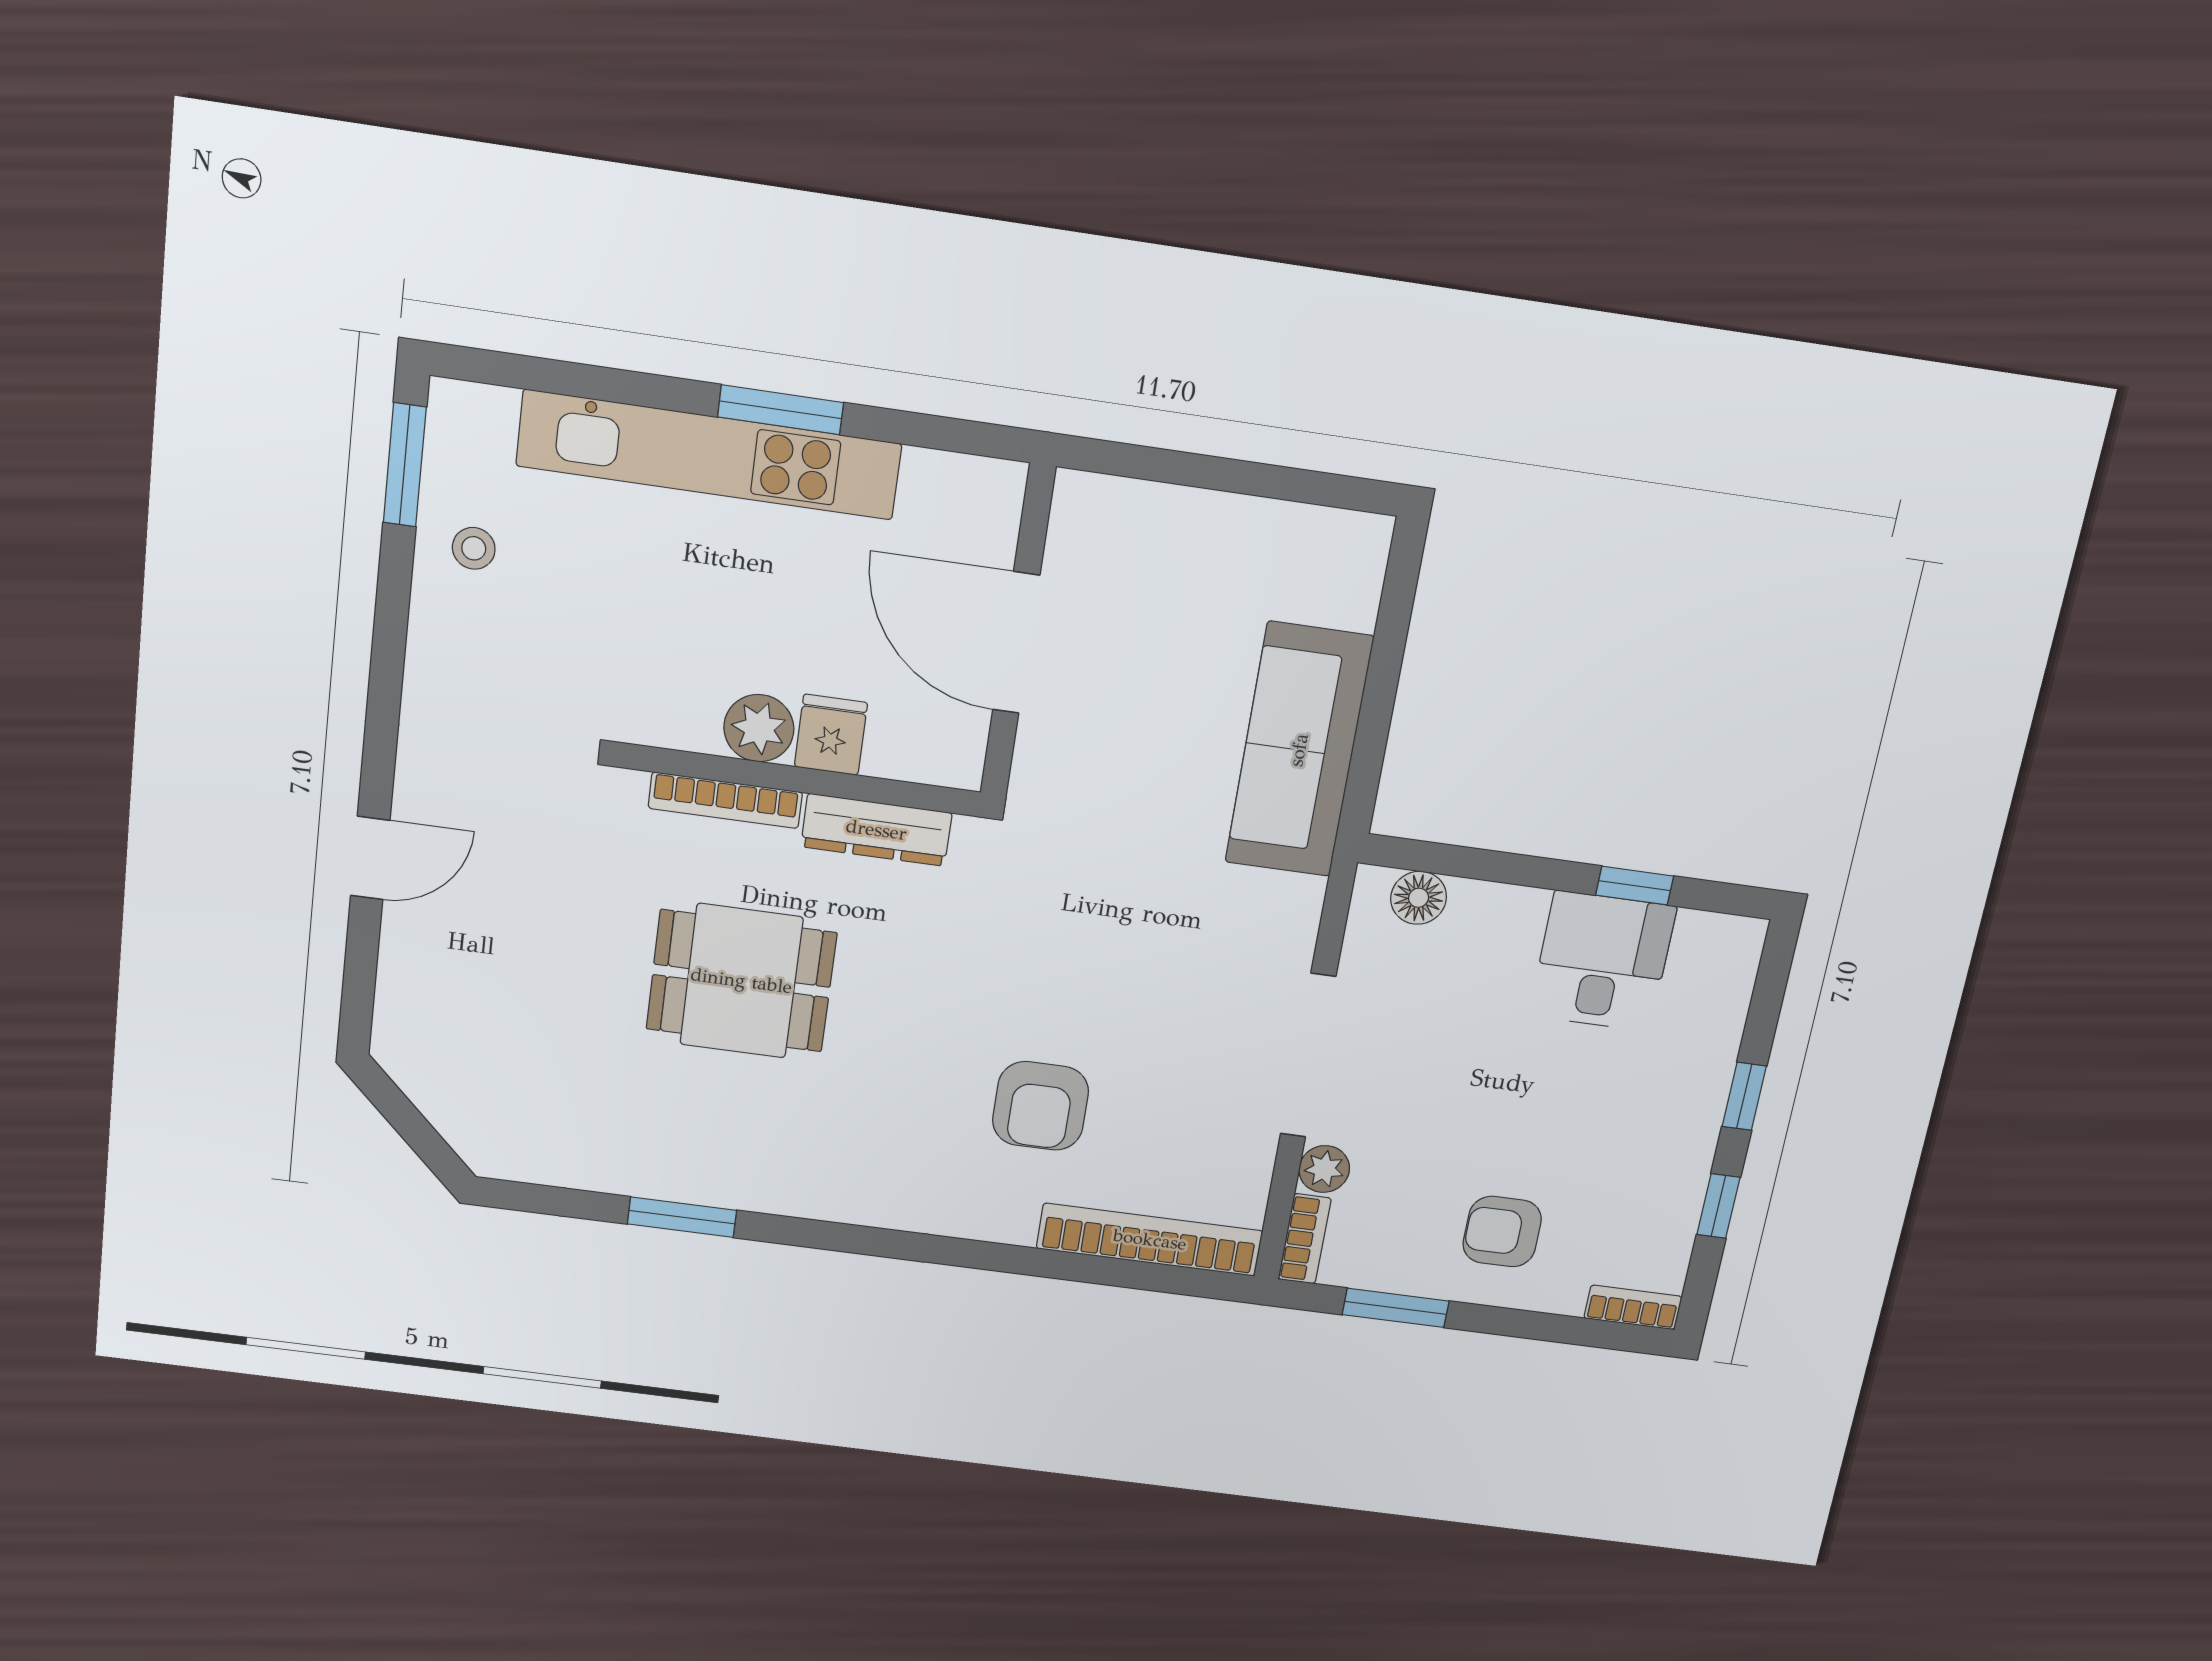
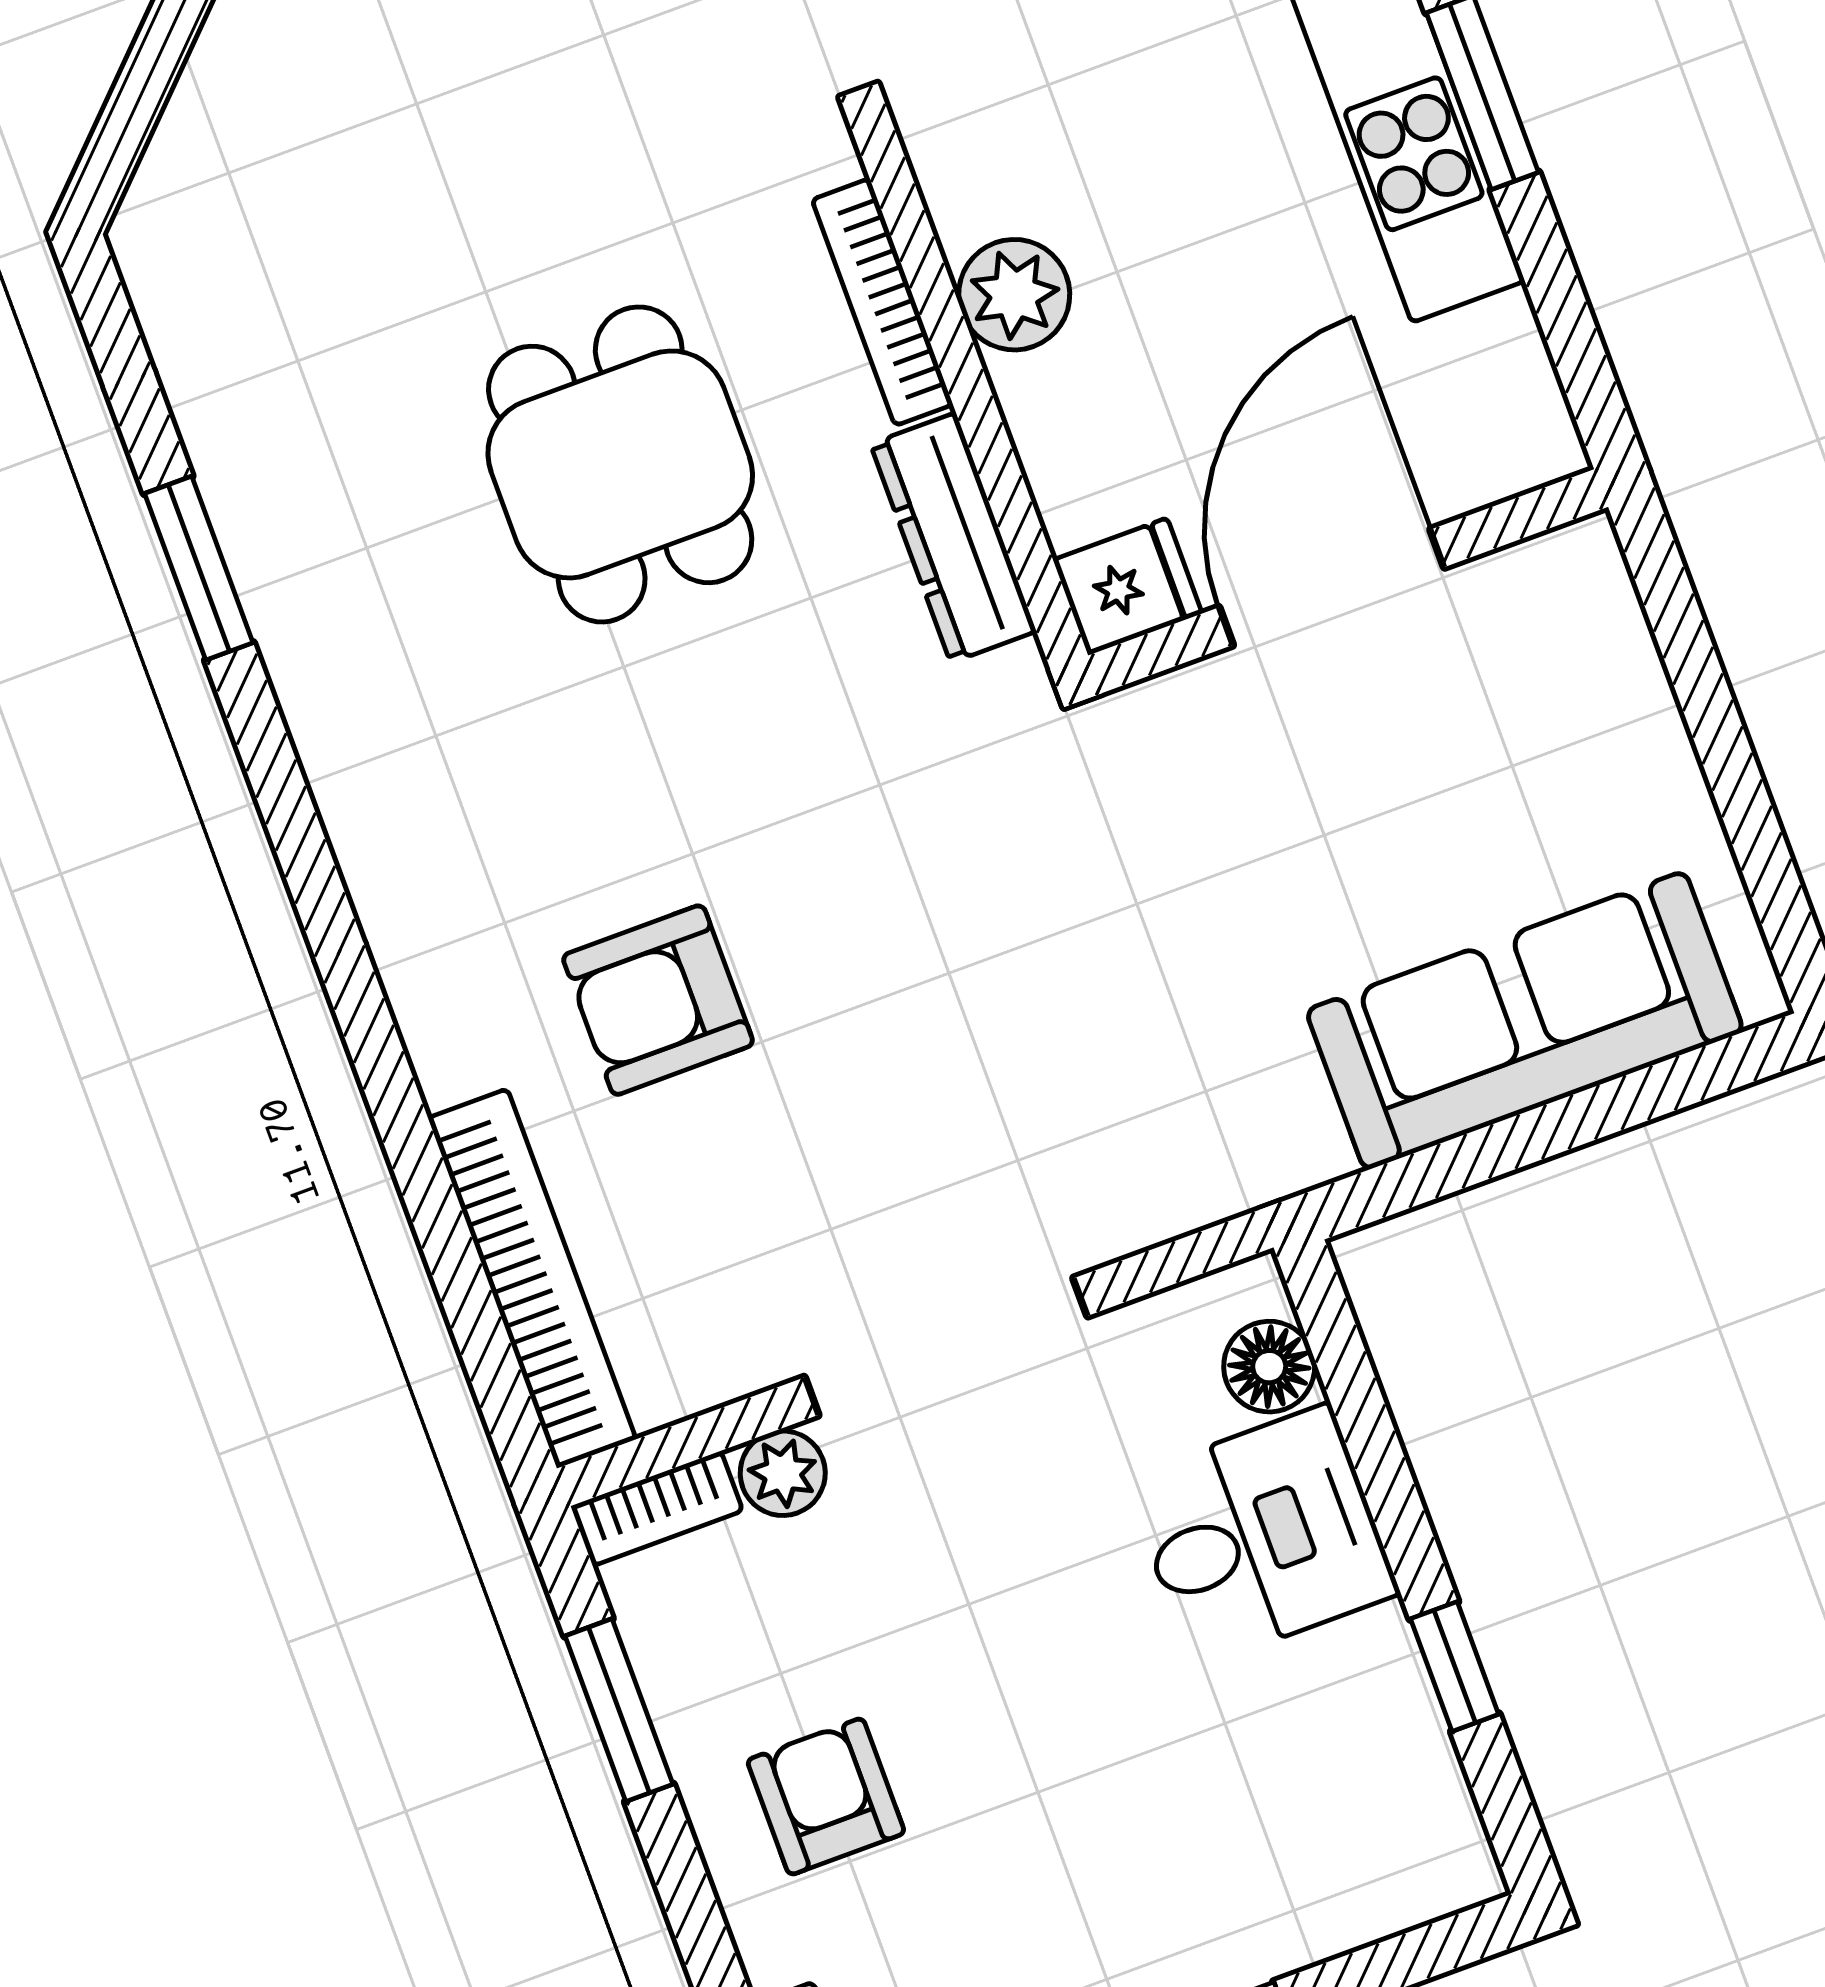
fridge: (831, 735) -> (1127, 587), moved
sofa: (1299, 750) -> (1525, 1021), moved
desk: (1602, 961) -> (1262, 1536), moved

